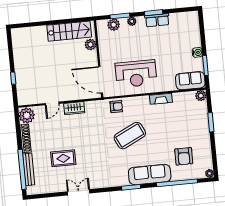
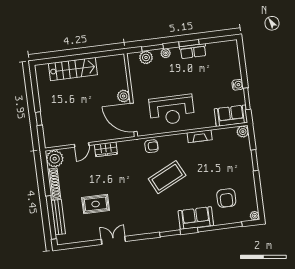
stairs: (69, 31) -> (73, 69), moved
plant: (90, 45) -> (124, 96), moved
sofa: (150, 174) -> (196, 218), width x0.73

